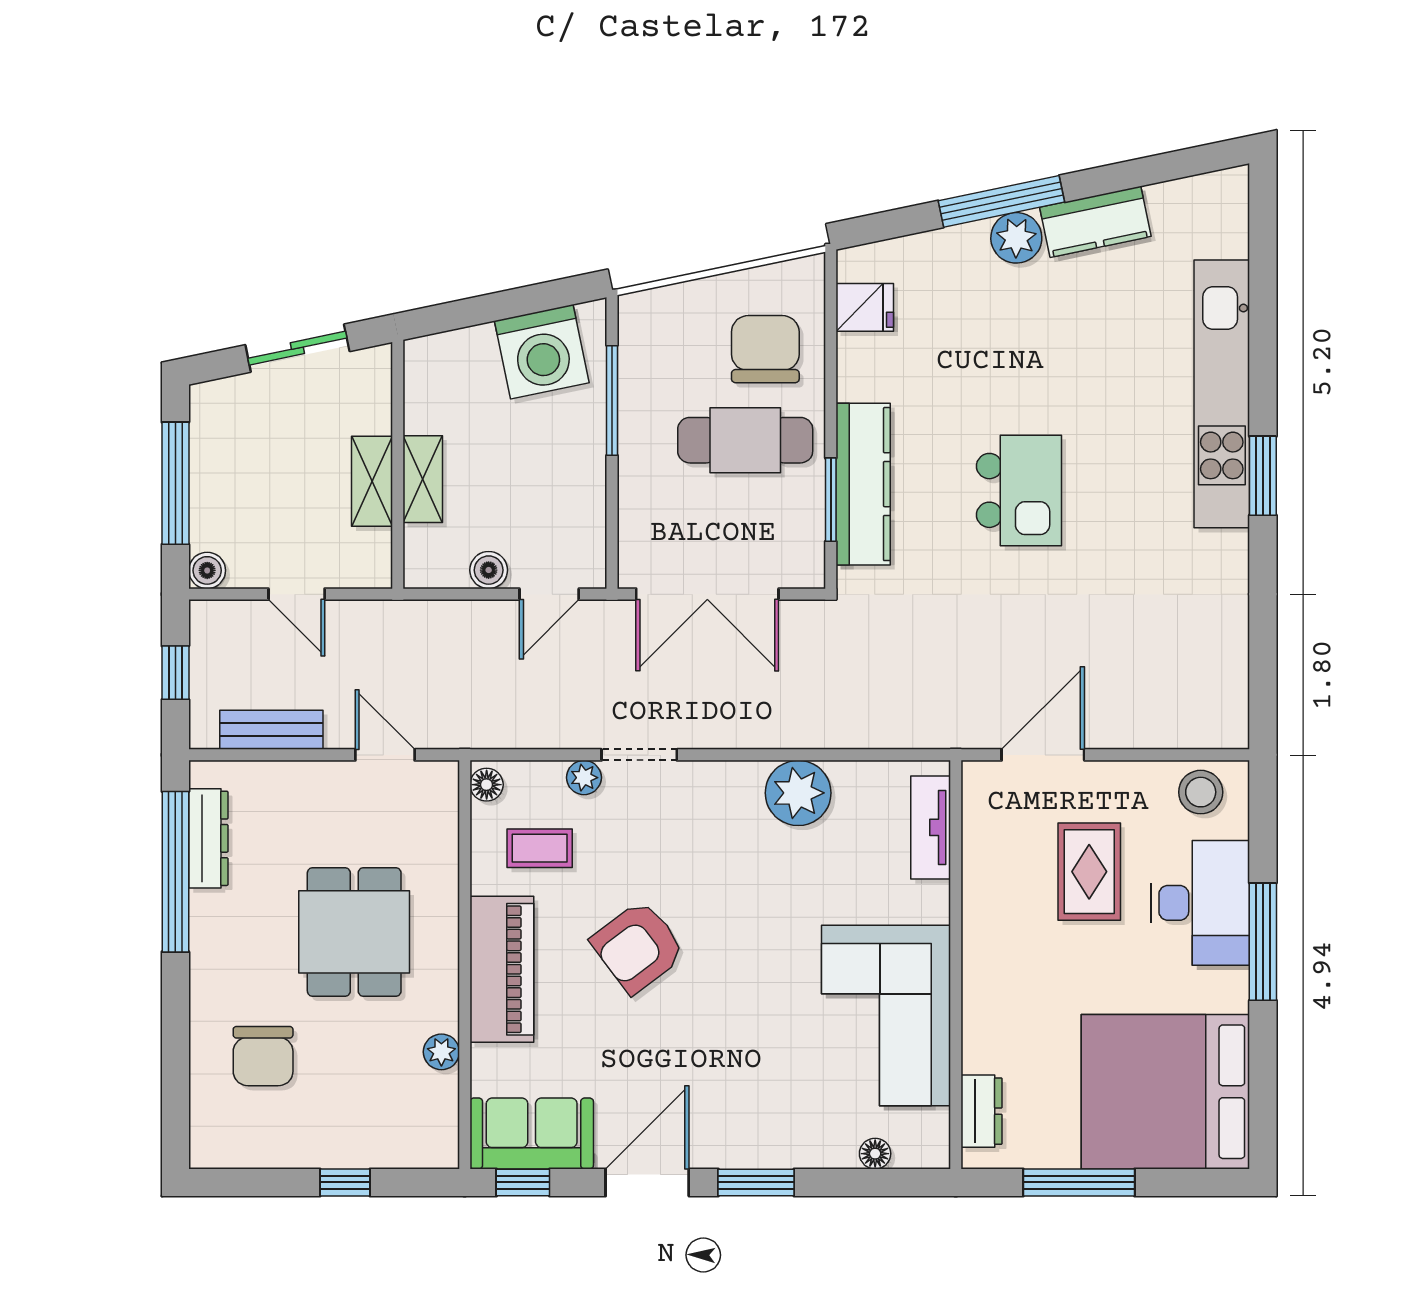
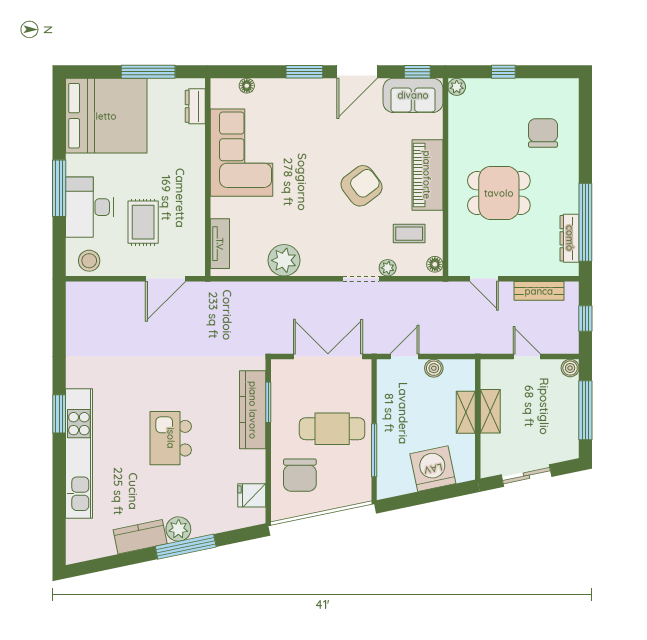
washing machine: (542, 352) -> (433, 469), moved
cafe table: (745, 440) -> (332, 429), moved
kitchen island: (1019, 490) -> (171, 438), moved
dining table: (354, 932) -> (499, 193), turned 90
plant: (441, 1052) -> (457, 87), moved

